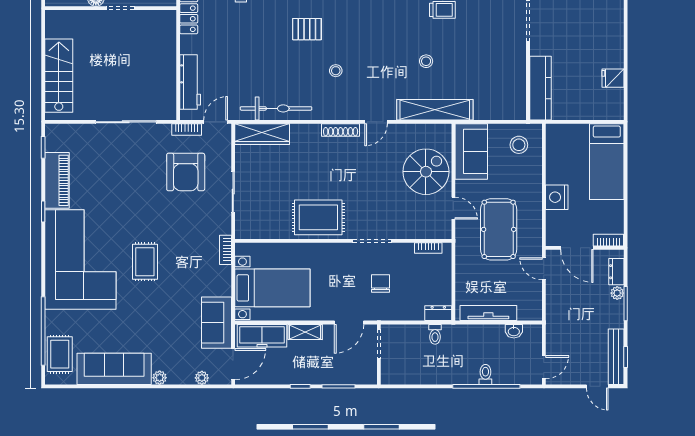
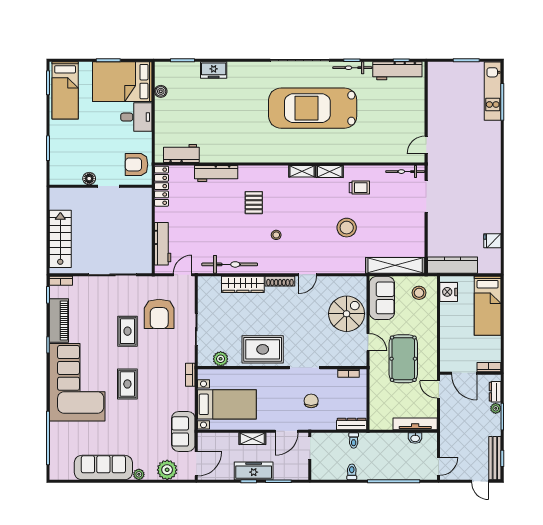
pallet: (307, 29) -> (254, 203), turned 90
stool: (426, 61) -> (347, 228), width x1.89, depth x1.89
kitchen counter: (540, 88) -> (452, 265), moved, turned -90
shelving: (435, 110) -> (395, 265), moved
bookcase: (187, 129) -> (61, 281), moved
wardrobe: (262, 134) -> (243, 284), moved
nightstand: (557, 197) -> (449, 292), moved
plant: (264, 229) -> (221, 359), added
dresser: (438, 313) -> (352, 424), width x1.44
tv unit: (488, 313) -> (415, 424), moved
freezer: (262, 336) -> (254, 471), moved, turned 180
rug: (60, 354) -> (127, 331), moved
toilet: (485, 374) -> (352, 472), moved
plant: (202, 378) -> (167, 470), width x1.87, depth x1.87

